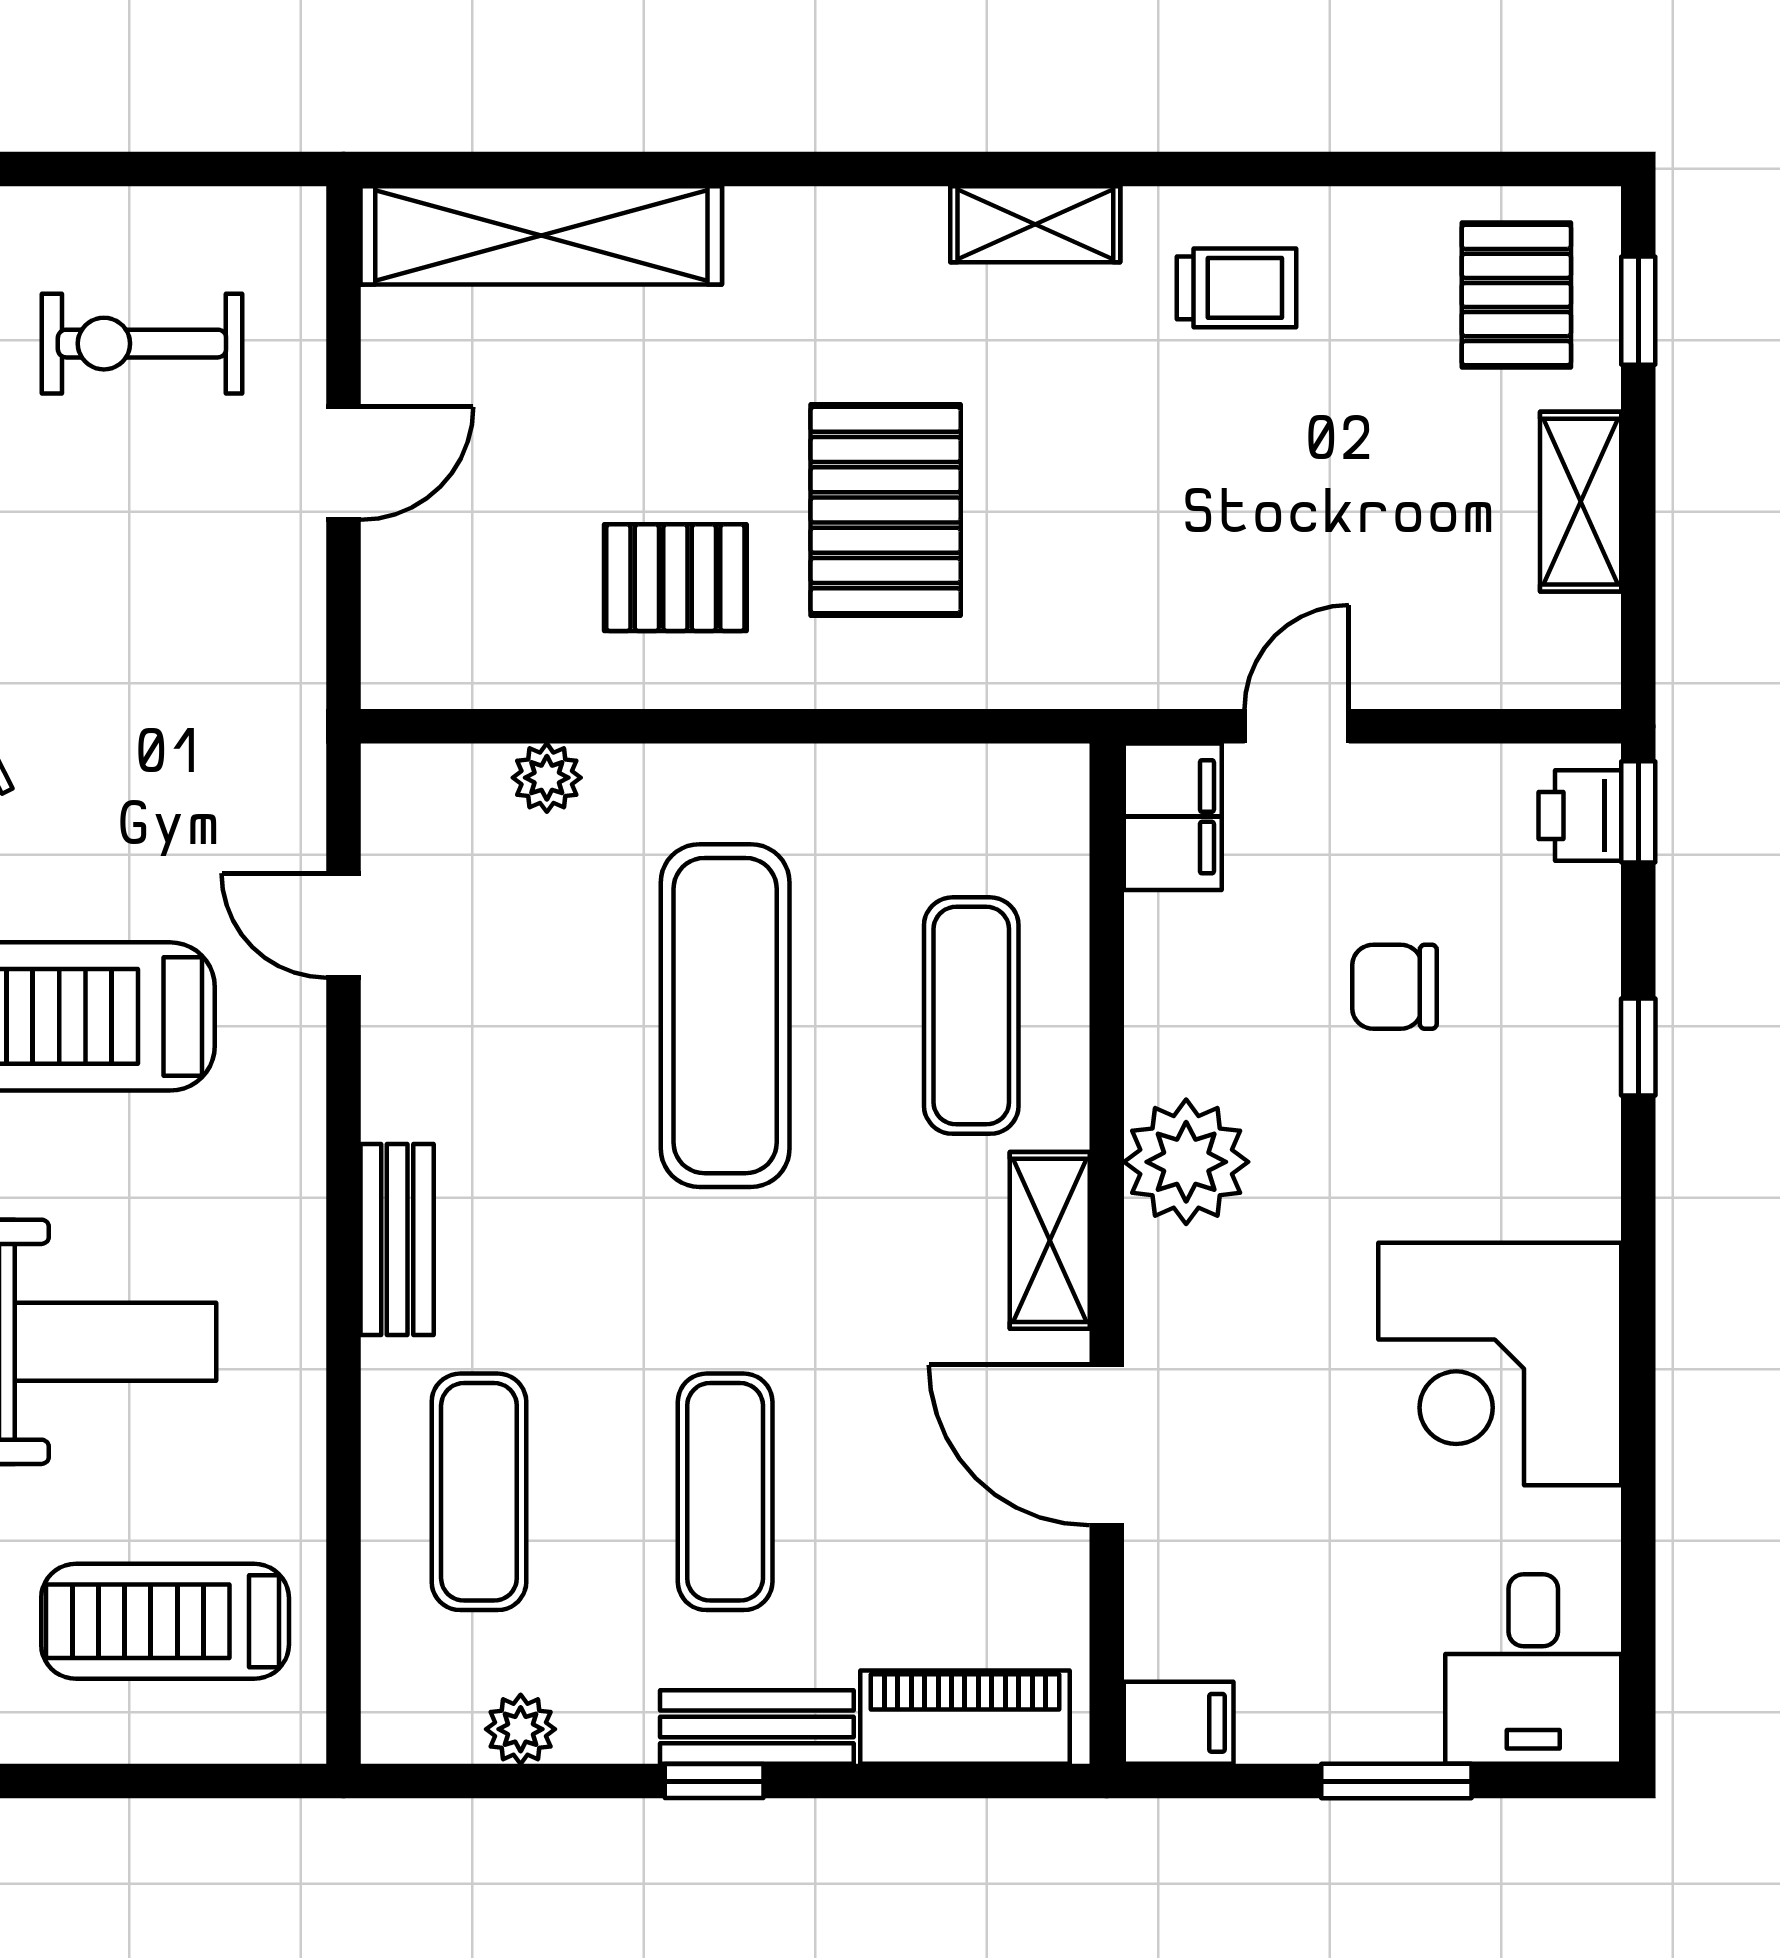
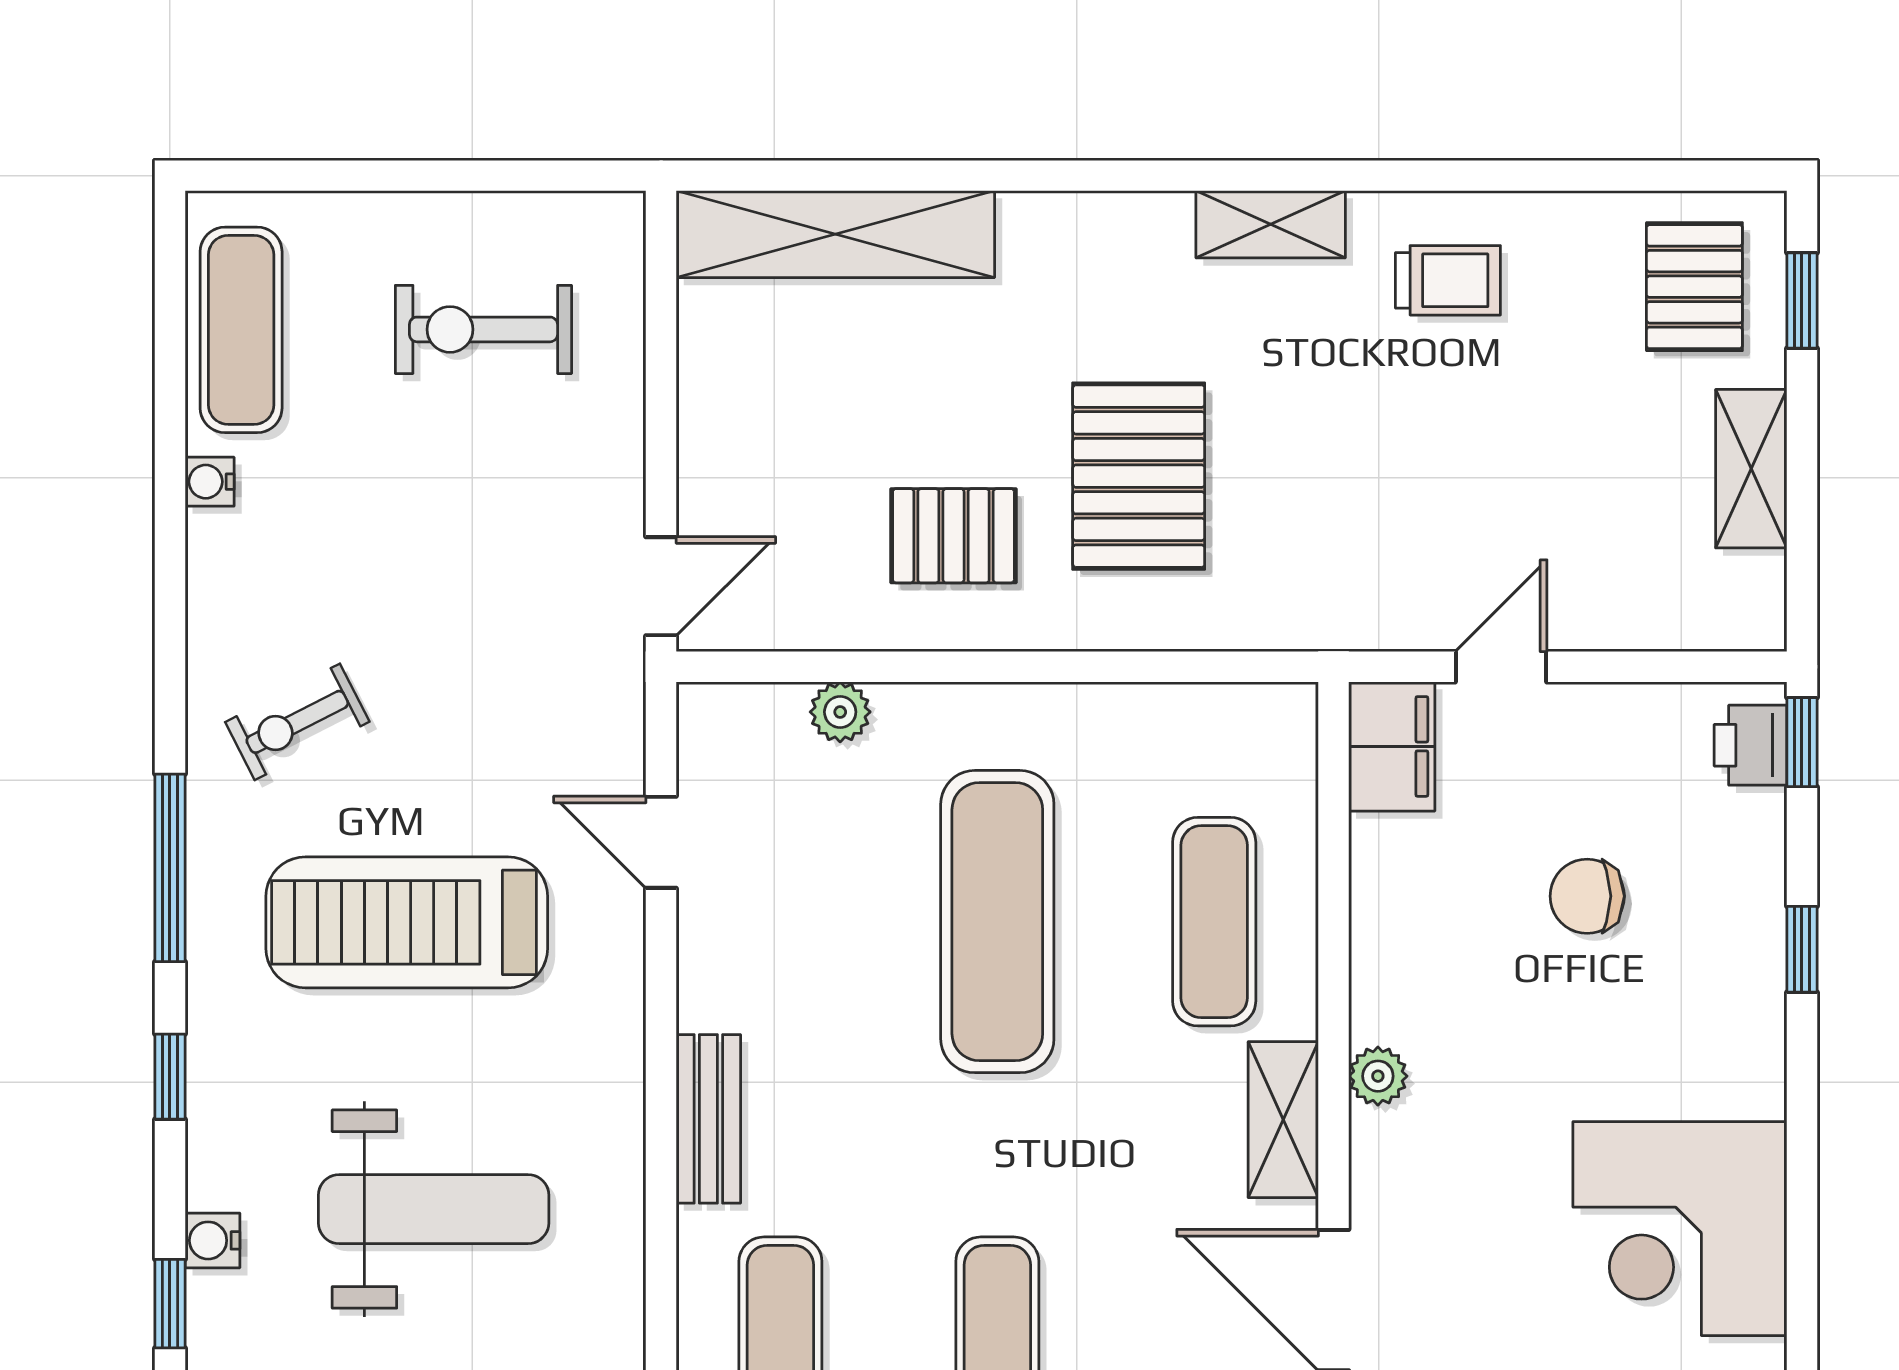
door: (344, 463) -> (661, 586), moved
plant: (1186, 1162) -> (1378, 1076), width x0.53, depth x0.53

